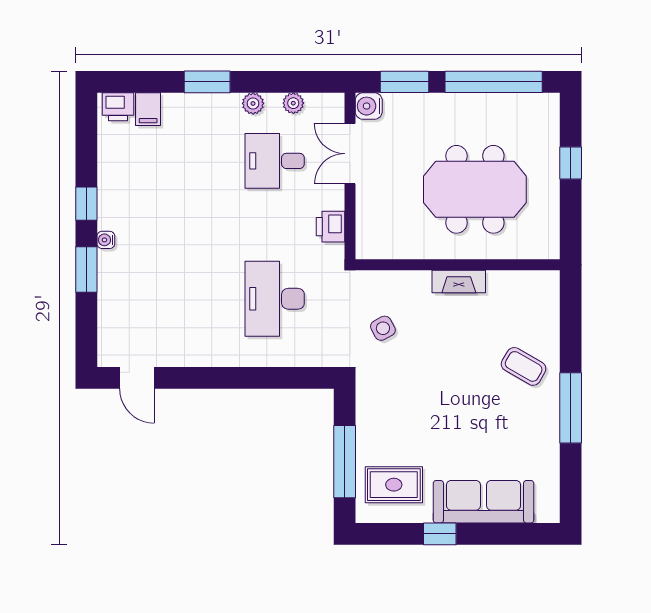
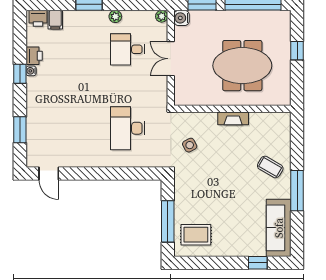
plant: (293, 103) -> (162, 16), moved
double door: (350, 154) -> (171, 59), moved
printer: (331, 227) -> (34, 56), moved, turned 180
water cooler: (106, 240) -> (31, 71), moved
window: (86, 270) -> (20, 130), moved
sofa: (484, 502) -> (279, 228), moved, turned -90
window: (440, 534) -> (258, 263), moved

